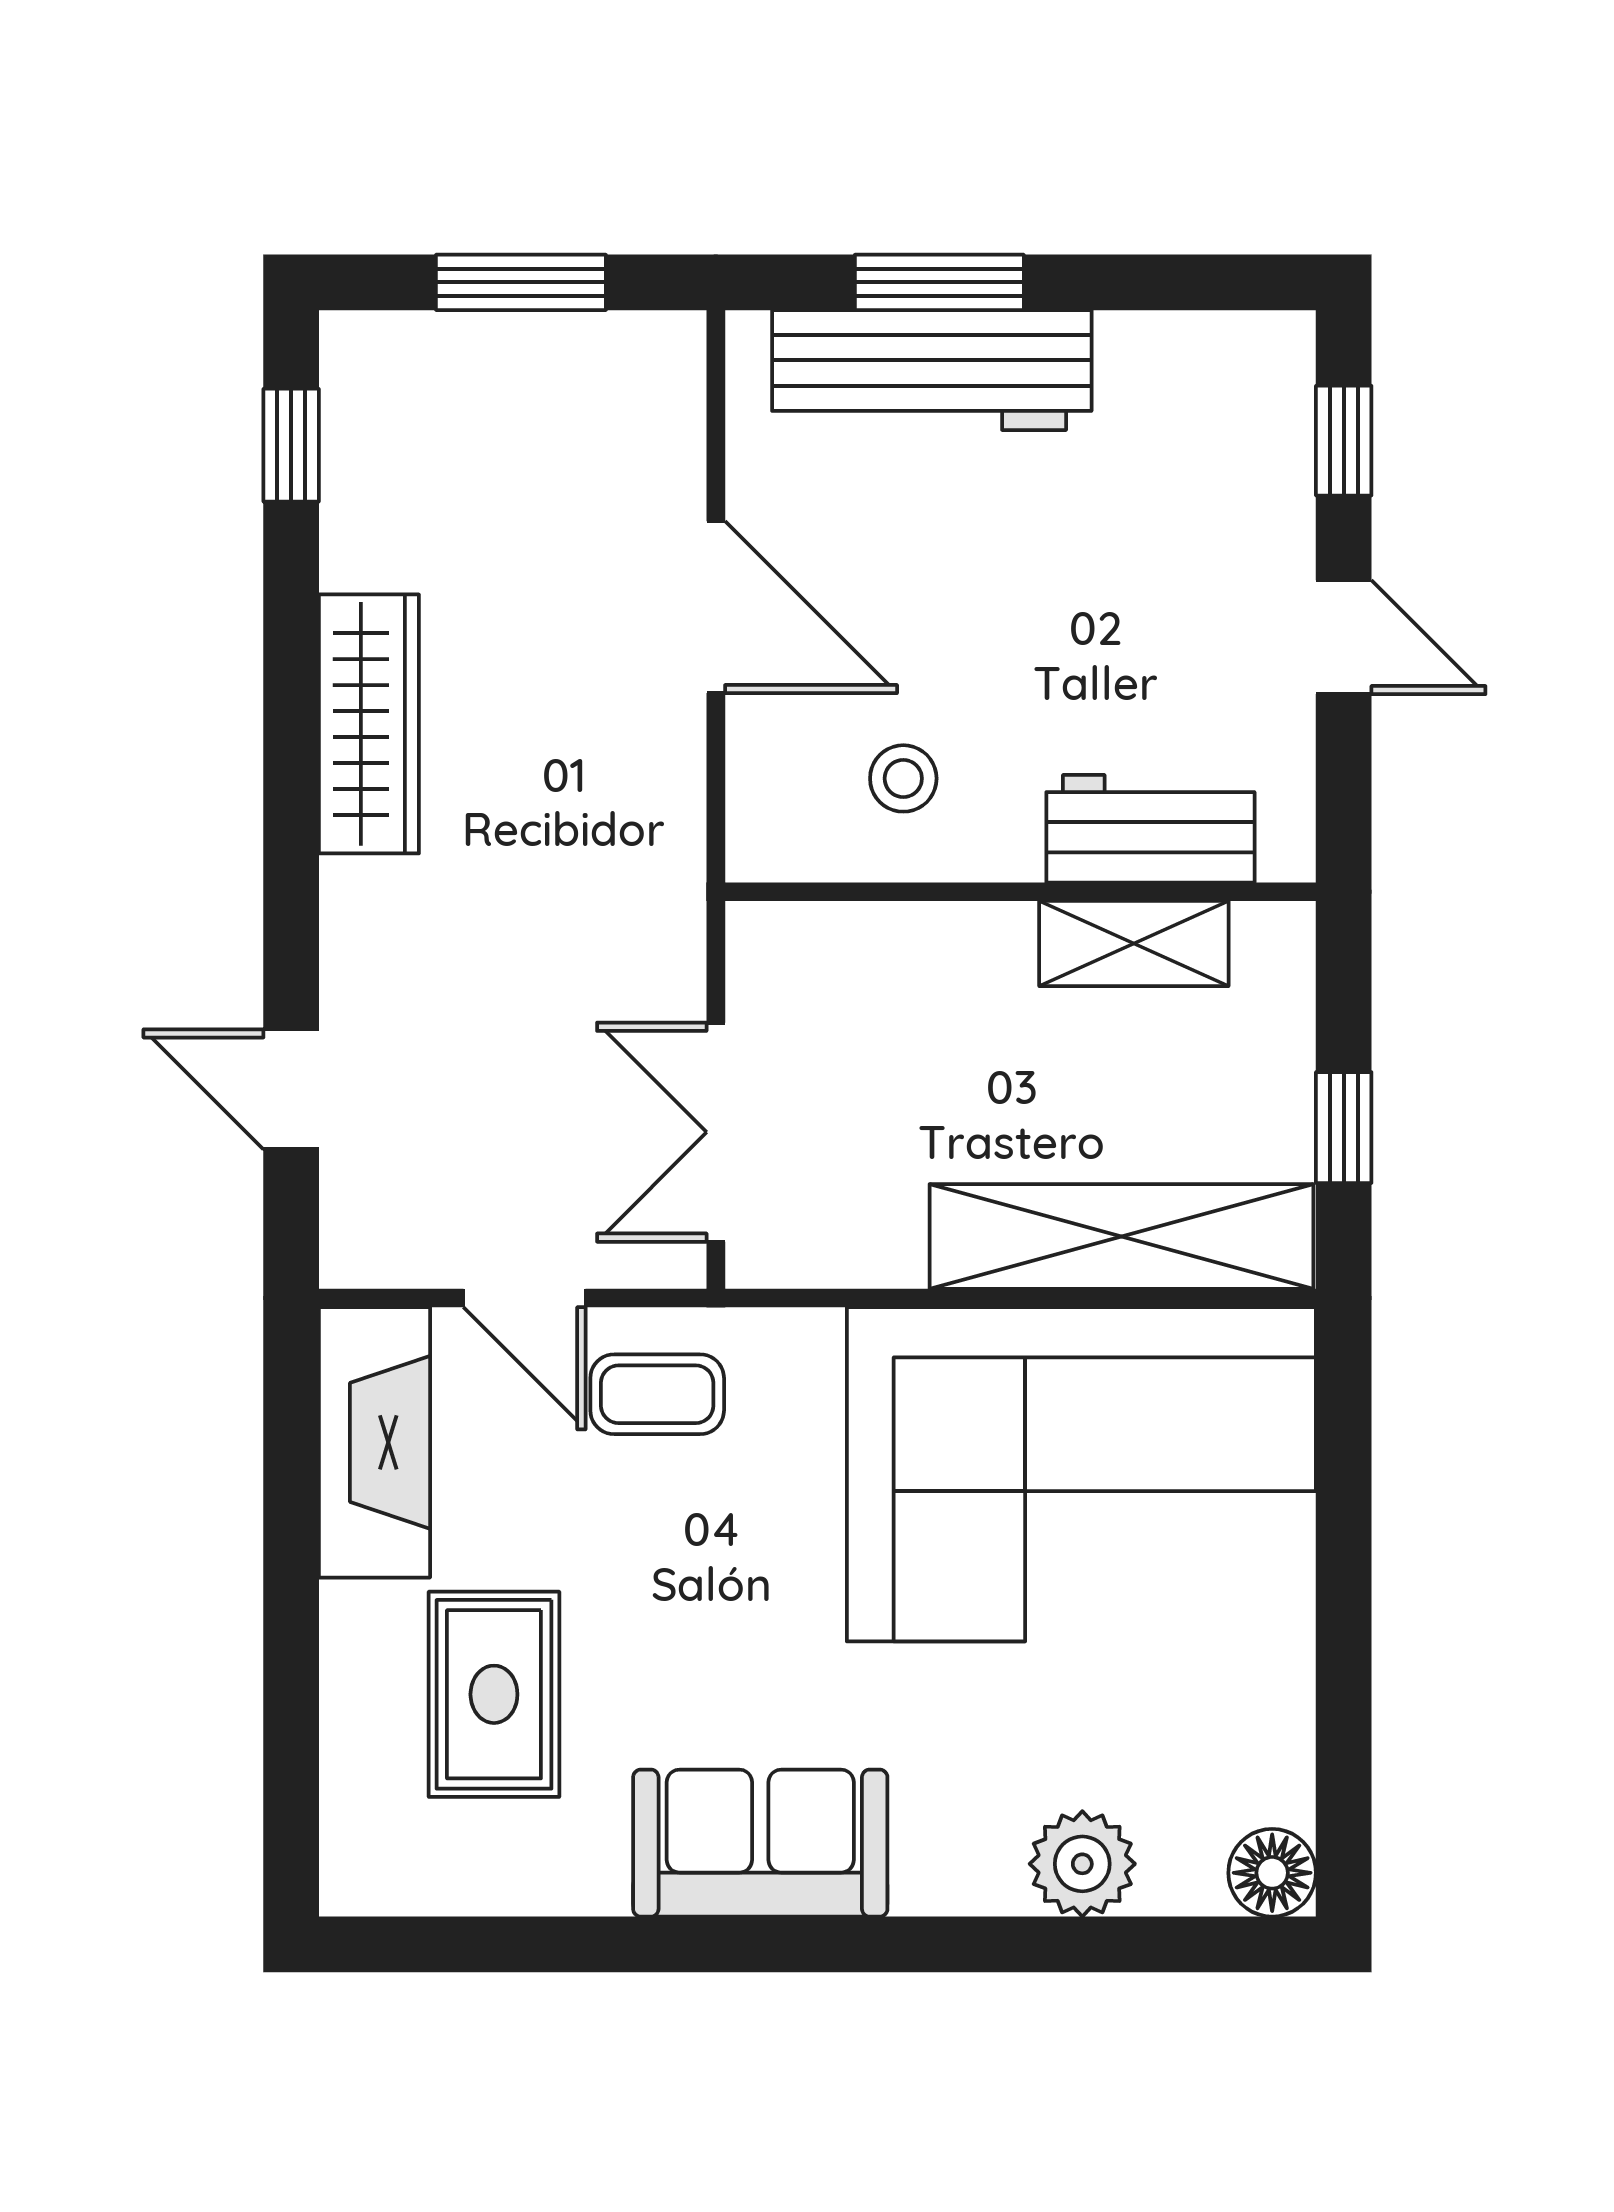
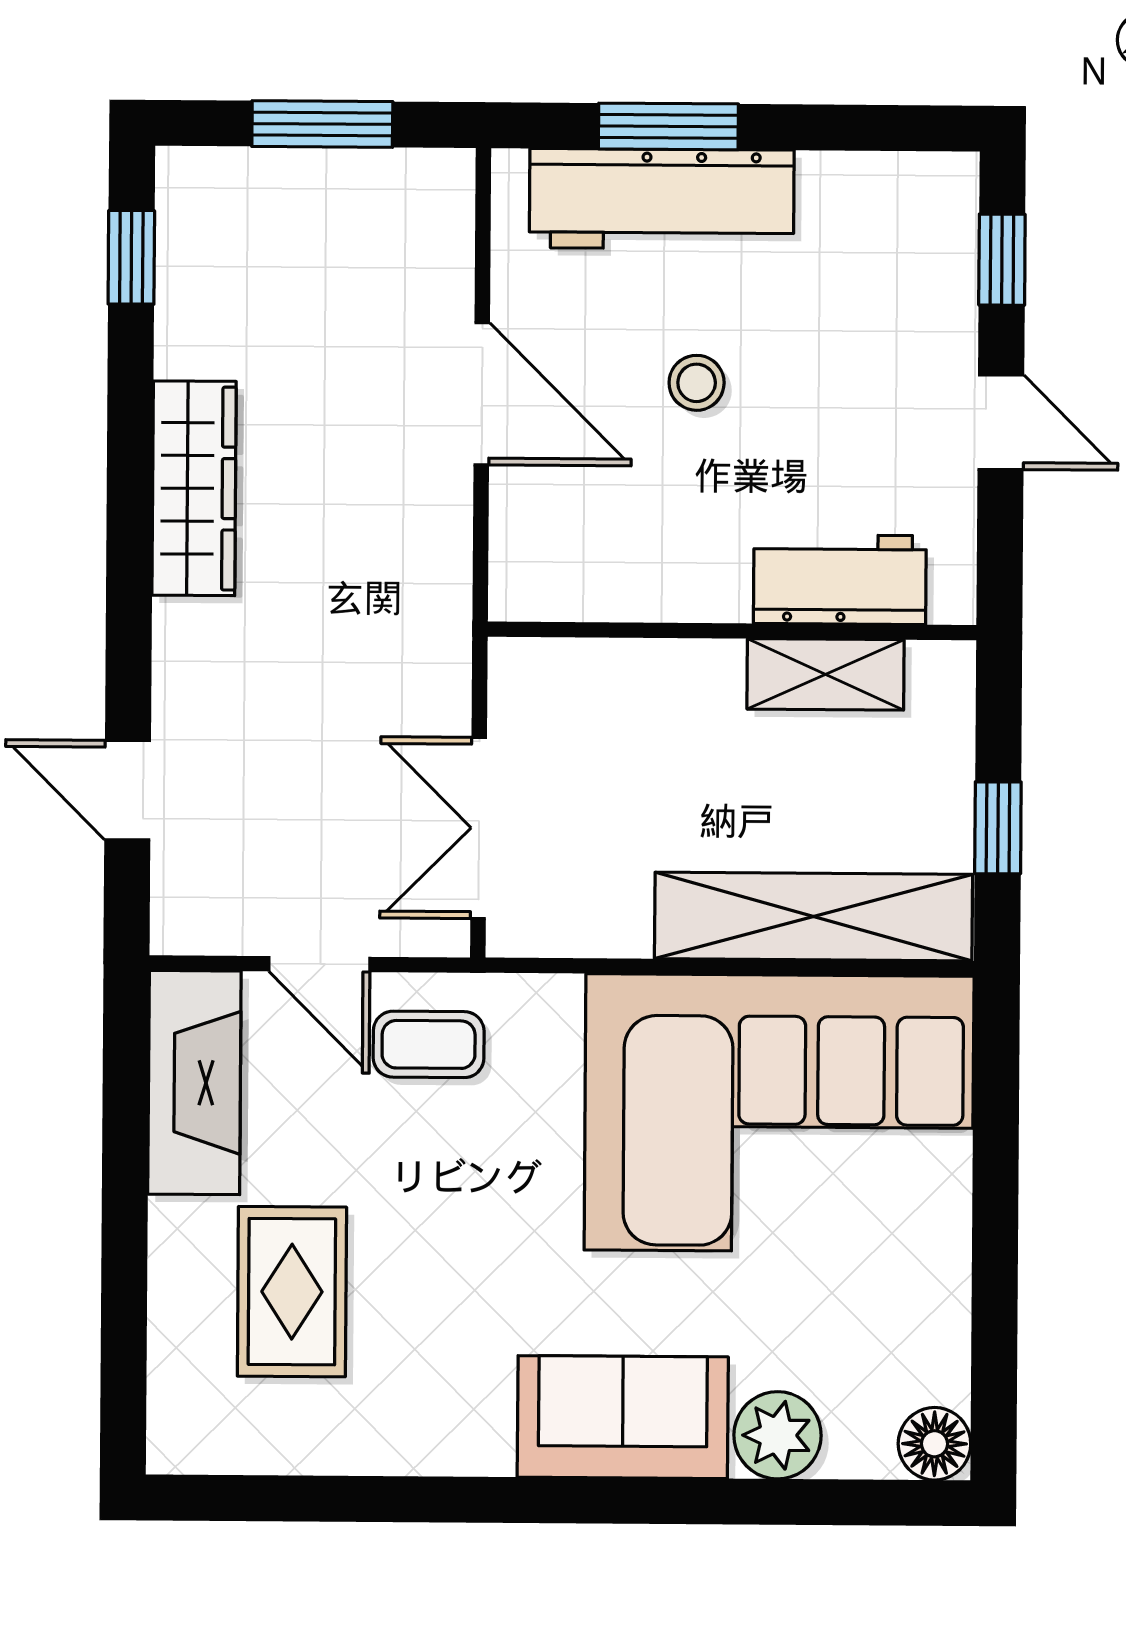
stool: (903, 778) -> (697, 383), moved
sofa: (760, 1843) -> (623, 1417), moved

